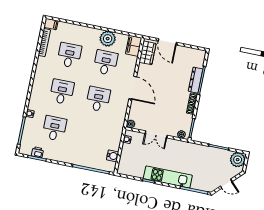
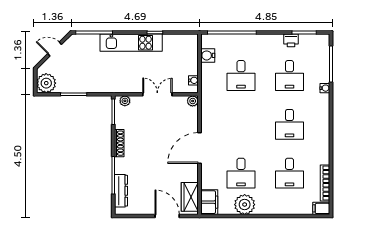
dresser: (196, 80) -> (121, 191), moved
door: (133, 88) -> (200, 148), hinge flipped
desk: (98, 99) -> (241, 75), moved
printer: (37, 152) -> (291, 40), moved

